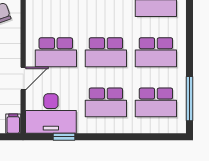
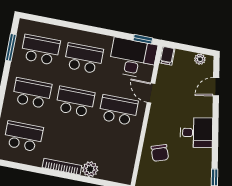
door: (23, 78) -> (151, 93), hinge flipped
window: (189, 99) -> (11, 47), width x0.69
window: (64, 137) -> (143, 39), moved

